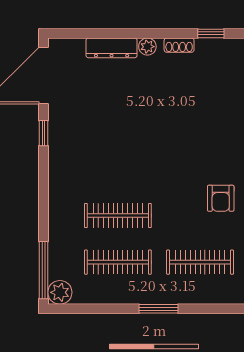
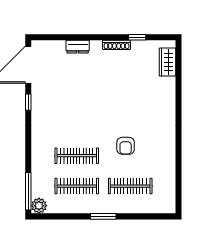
shoe rack: (179, 45) -> (117, 45), width x1.43
plant: (147, 47) -> (96, 46), removed
dresser: (112, 48) -> (78, 47), width x0.70
armchair: (221, 198) -> (126, 146), moved

